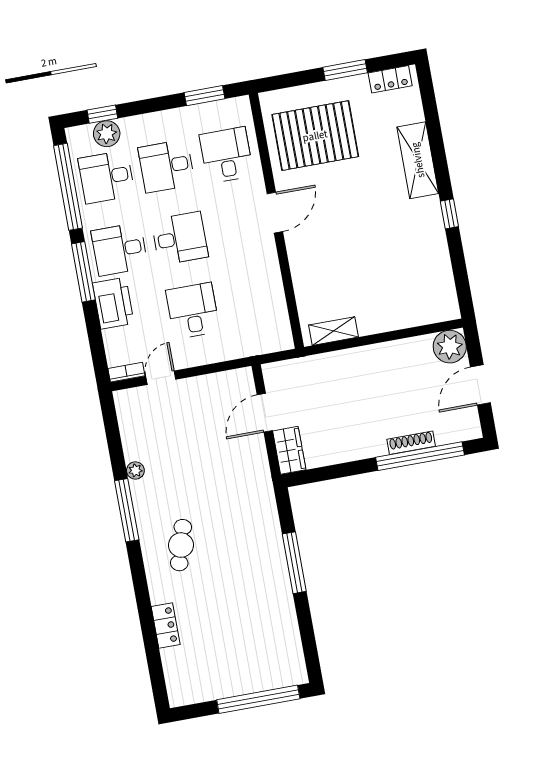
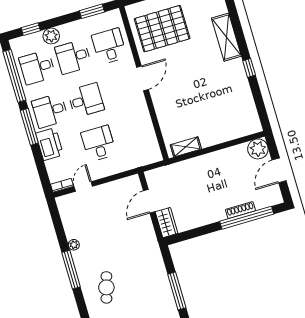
plant: (107, 134) -> (51, 36), moved

